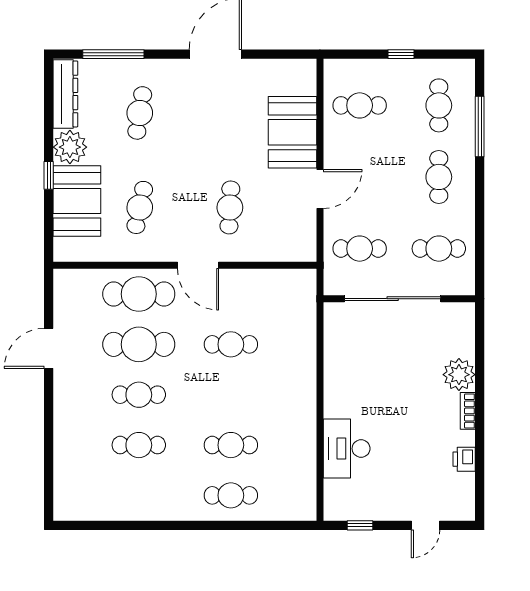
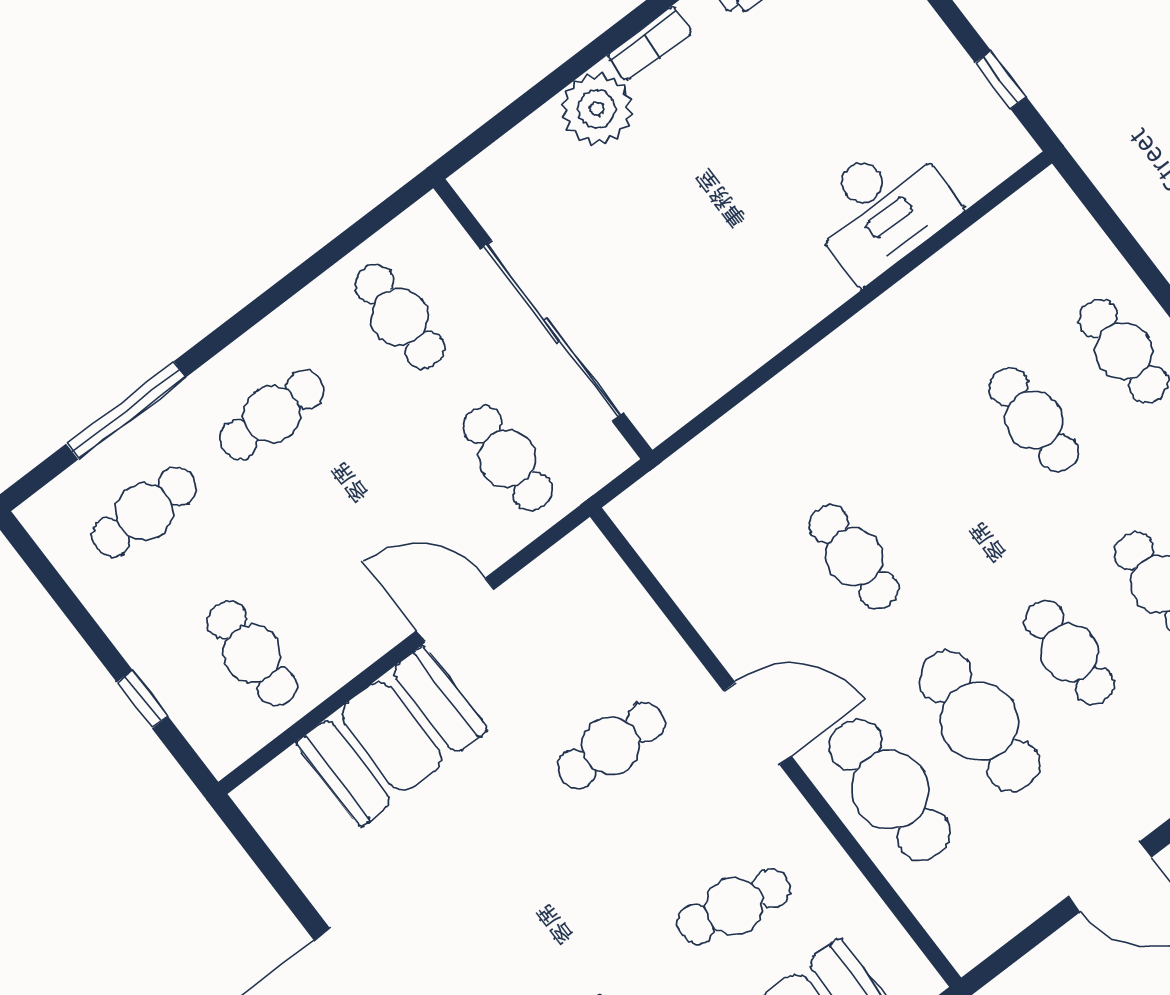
window: (401, 54) -> (142, 699), moved
door: (198, 265) -> (758, 724), hinge flipped

